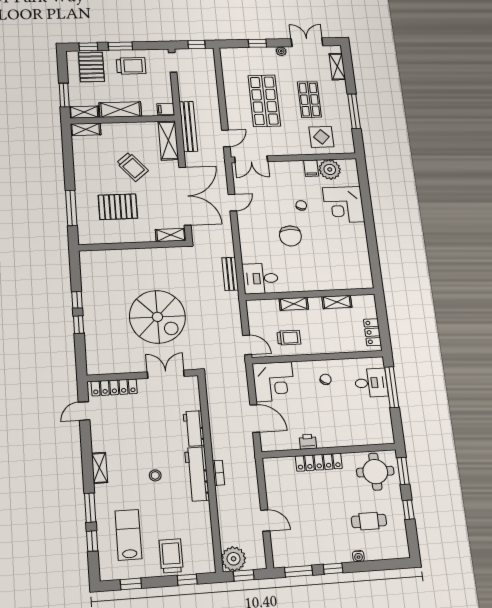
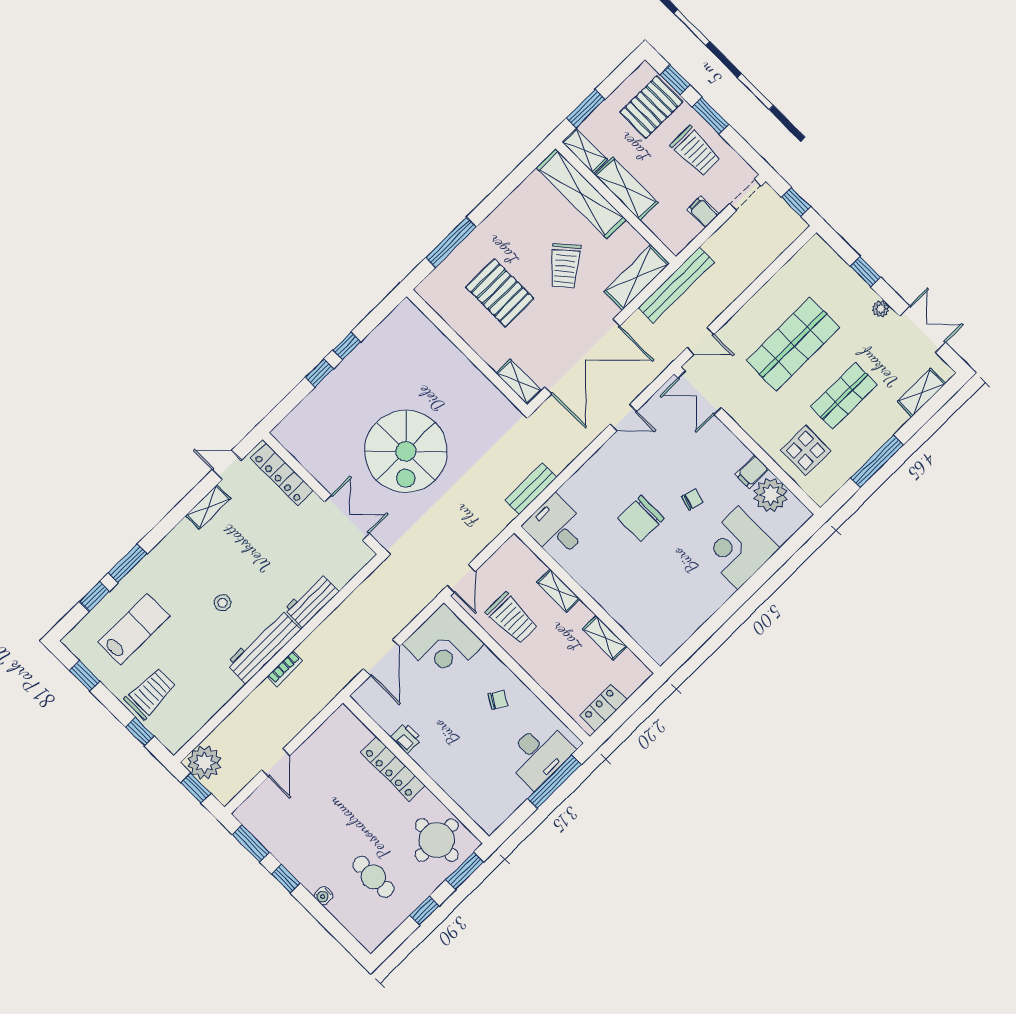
filing cabinet: (166, 109) -> (703, 212), moved
shelving: (86, 129) -> (581, 194), width x2.20, depth x1.33
trolley: (289, 338) -> (512, 618), width x1.36, depth x1.39
desk: (371, 383) -> (539, 754), width x1.37
shelving: (99, 468) -> (208, 507), moved

